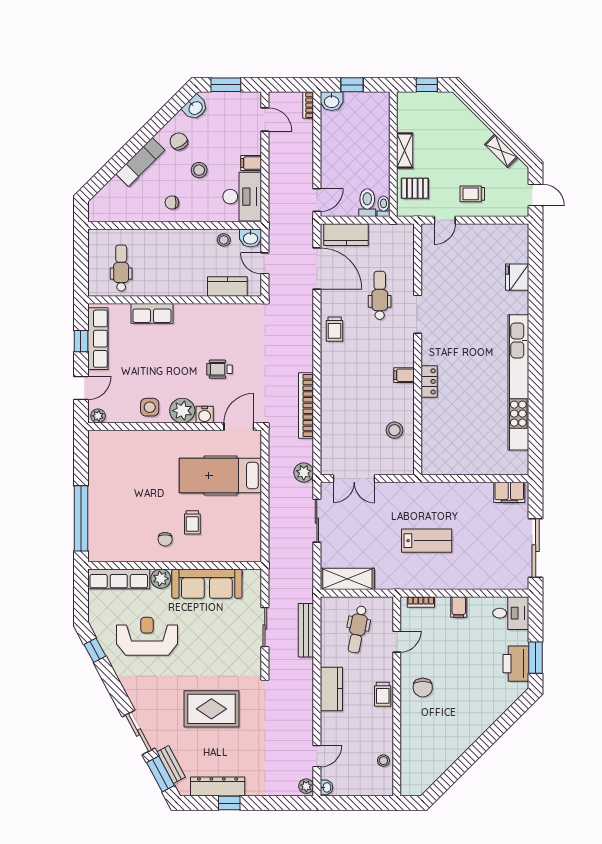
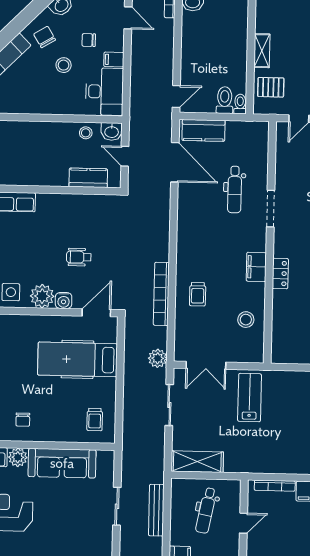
chair: (172, 203) -> (89, 40), moved
dental chair: (380, 295) -> (235, 190), turned 180
trolley: (335, 329) -> (198, 294), moved
filing cabinet: (404, 375) -> (256, 267), width x2.00
trolley: (192, 522) -> (95, 419), moved
lab bench: (427, 541) -> (250, 398), moved, turned -90
bookcase: (421, 602) -> (275, 486), width x1.56

